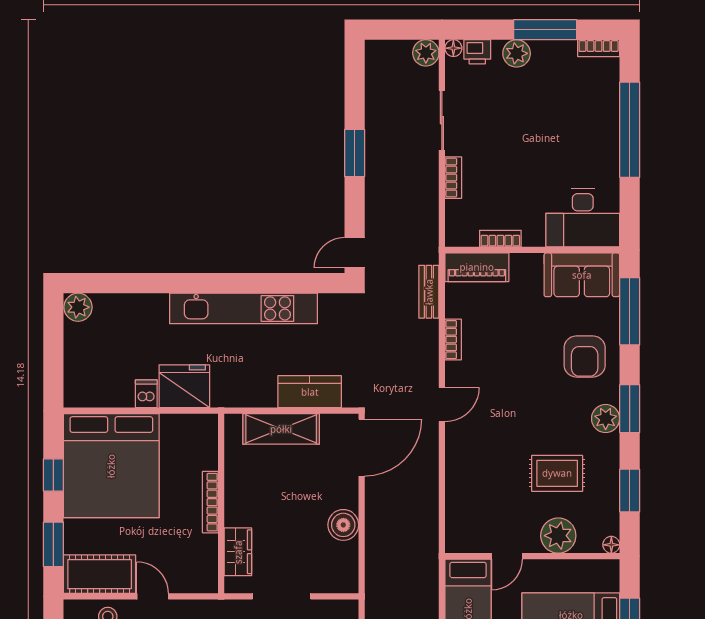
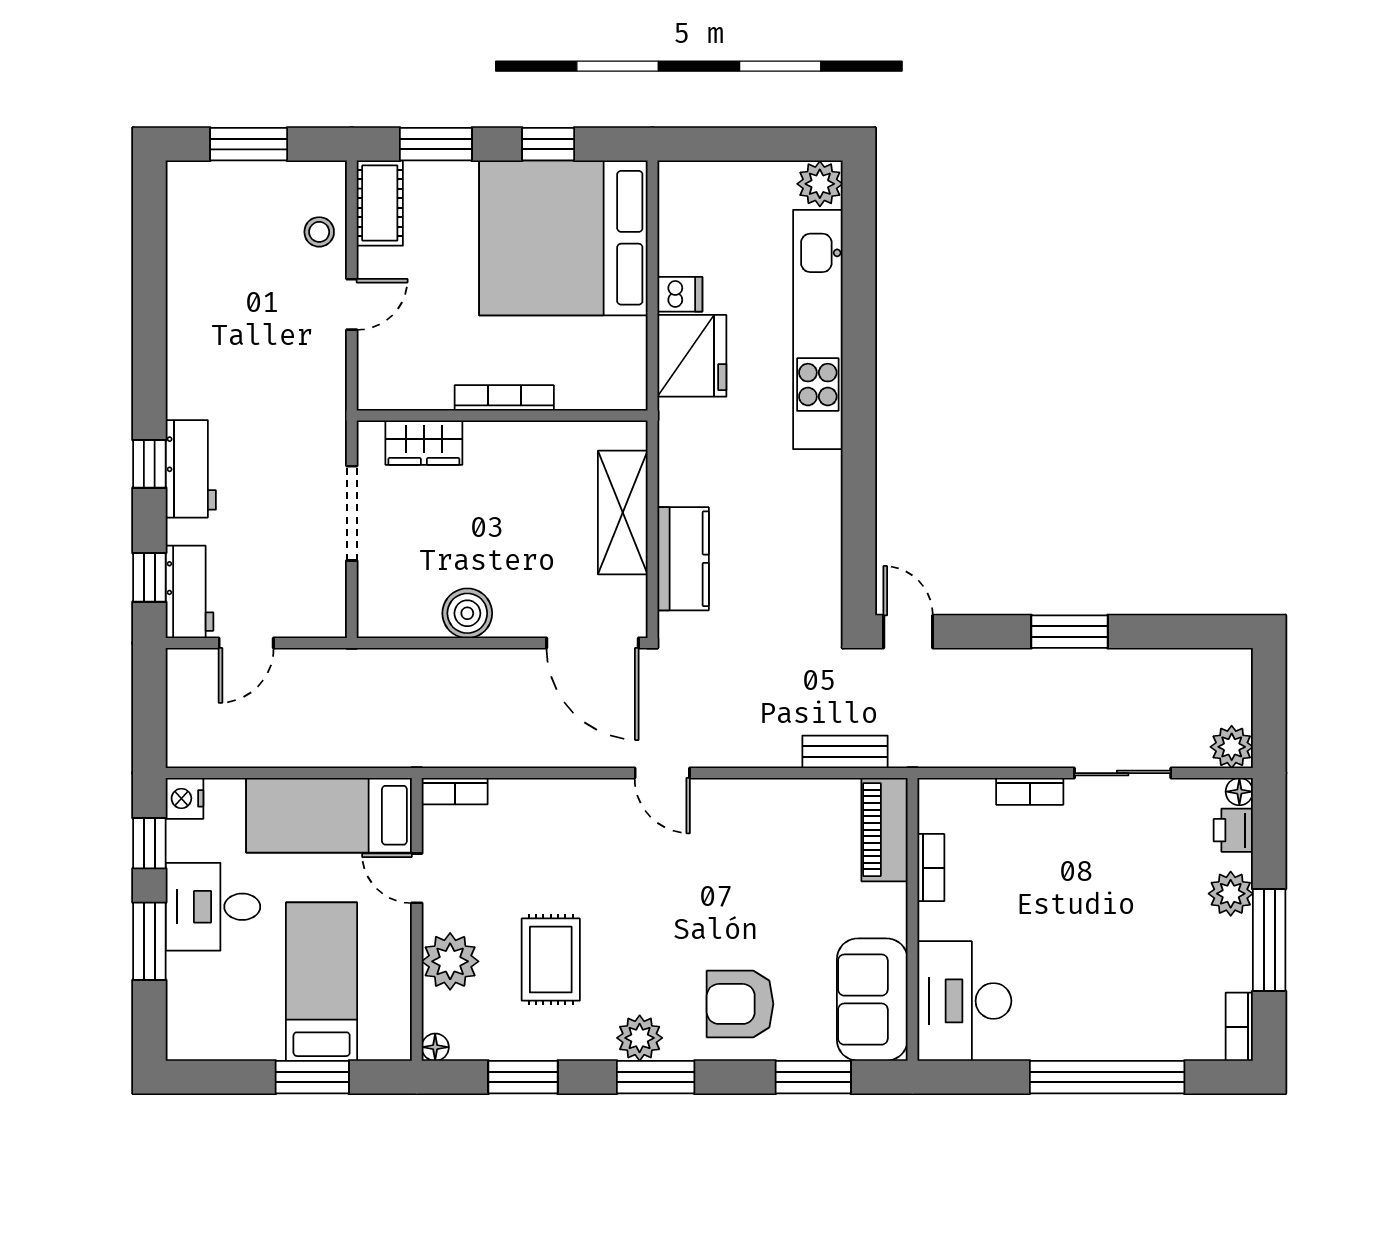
kitchen unit: (243, 308) -> (818, 329), moved
window: (630, 311) -> (813, 1077), width x0.69
bookcase: (453, 340) -> (455, 791), moved
cot: (100, 574) -> (380, 203), width x0.73, depth x0.75

